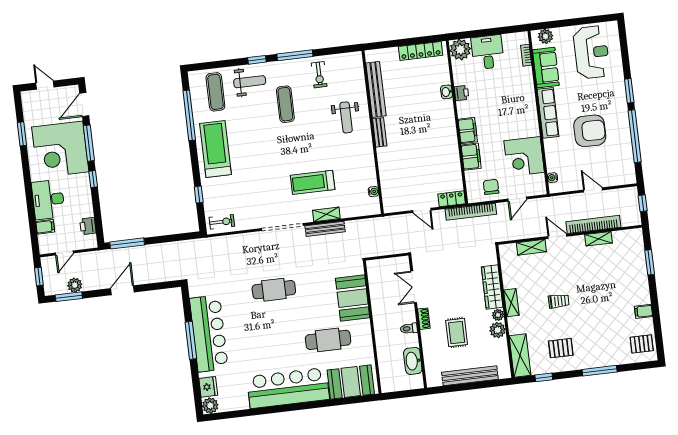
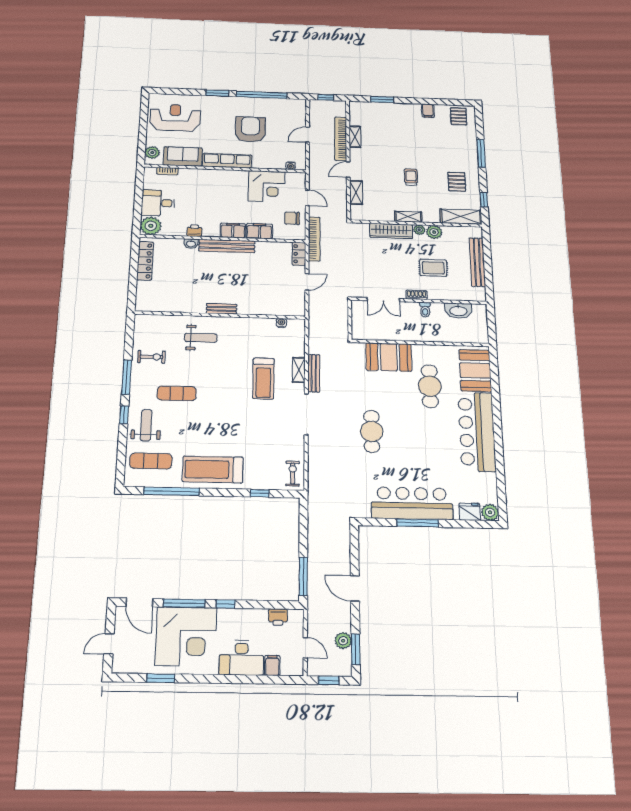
bench: (376, 89) -> (227, 246), moved

